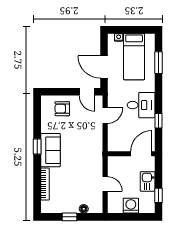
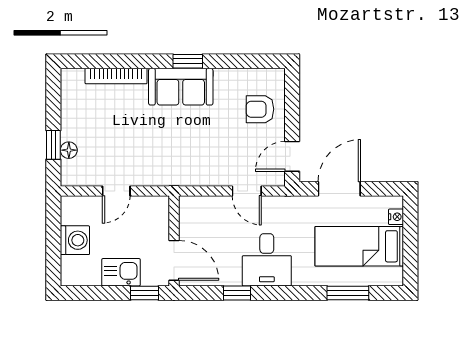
armchair: (62, 109) -> (260, 109), turned -90
window: (159, 195) -> (145, 293), moved
window: (70, 217) -> (53, 145), moved

